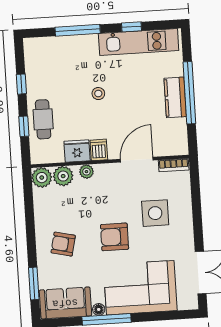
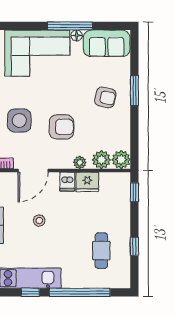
window: (78, 30) -> (80, 292), width x1.46
stool: (98, 94) -> (39, 221), moved
cafe table: (43, 119) -> (101, 251), moved
window: (24, 126) -> (134, 192), moved
armchair: (115, 237) -> (61, 127), moved
window: (34, 283) -> (134, 91), moved

